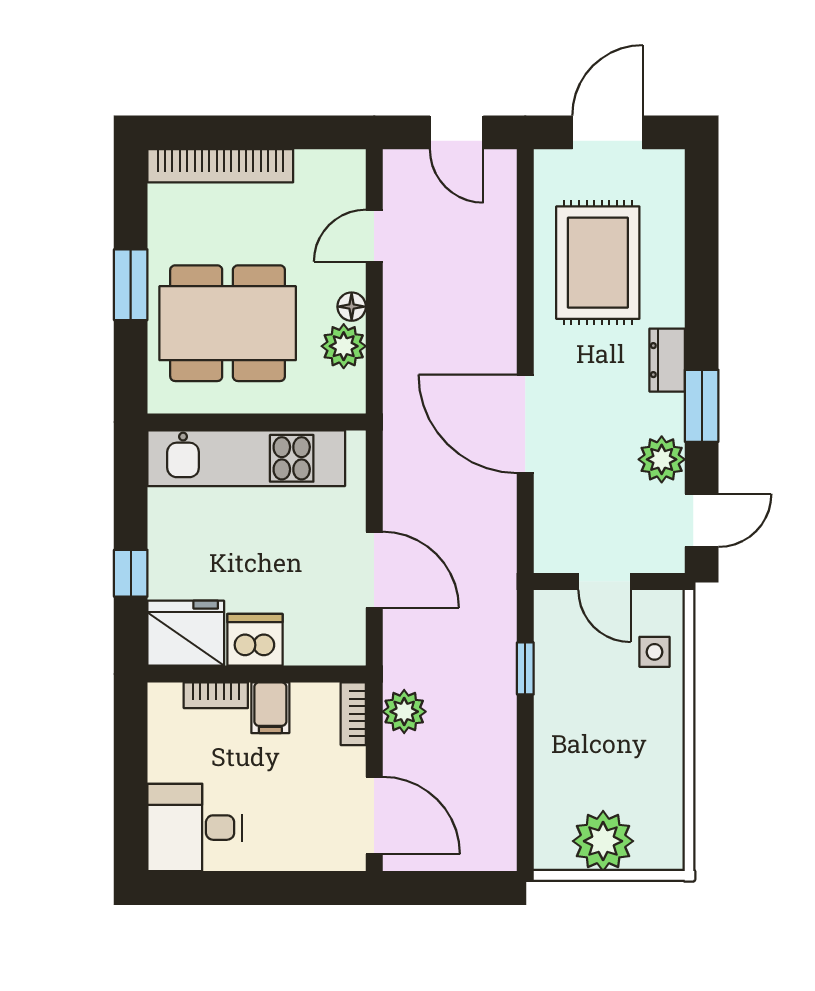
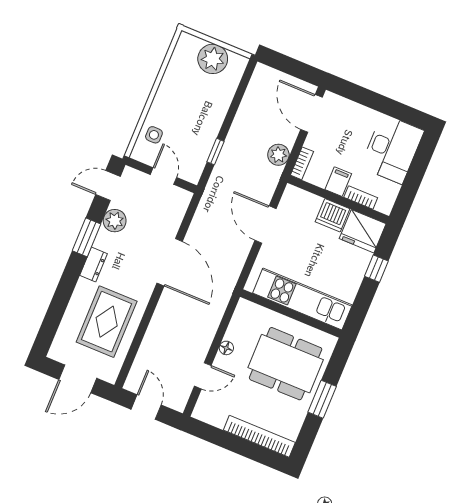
plant: (344, 346) -> (237, 331), removed
desk: (195, 828) -> (392, 149), width x1.37

